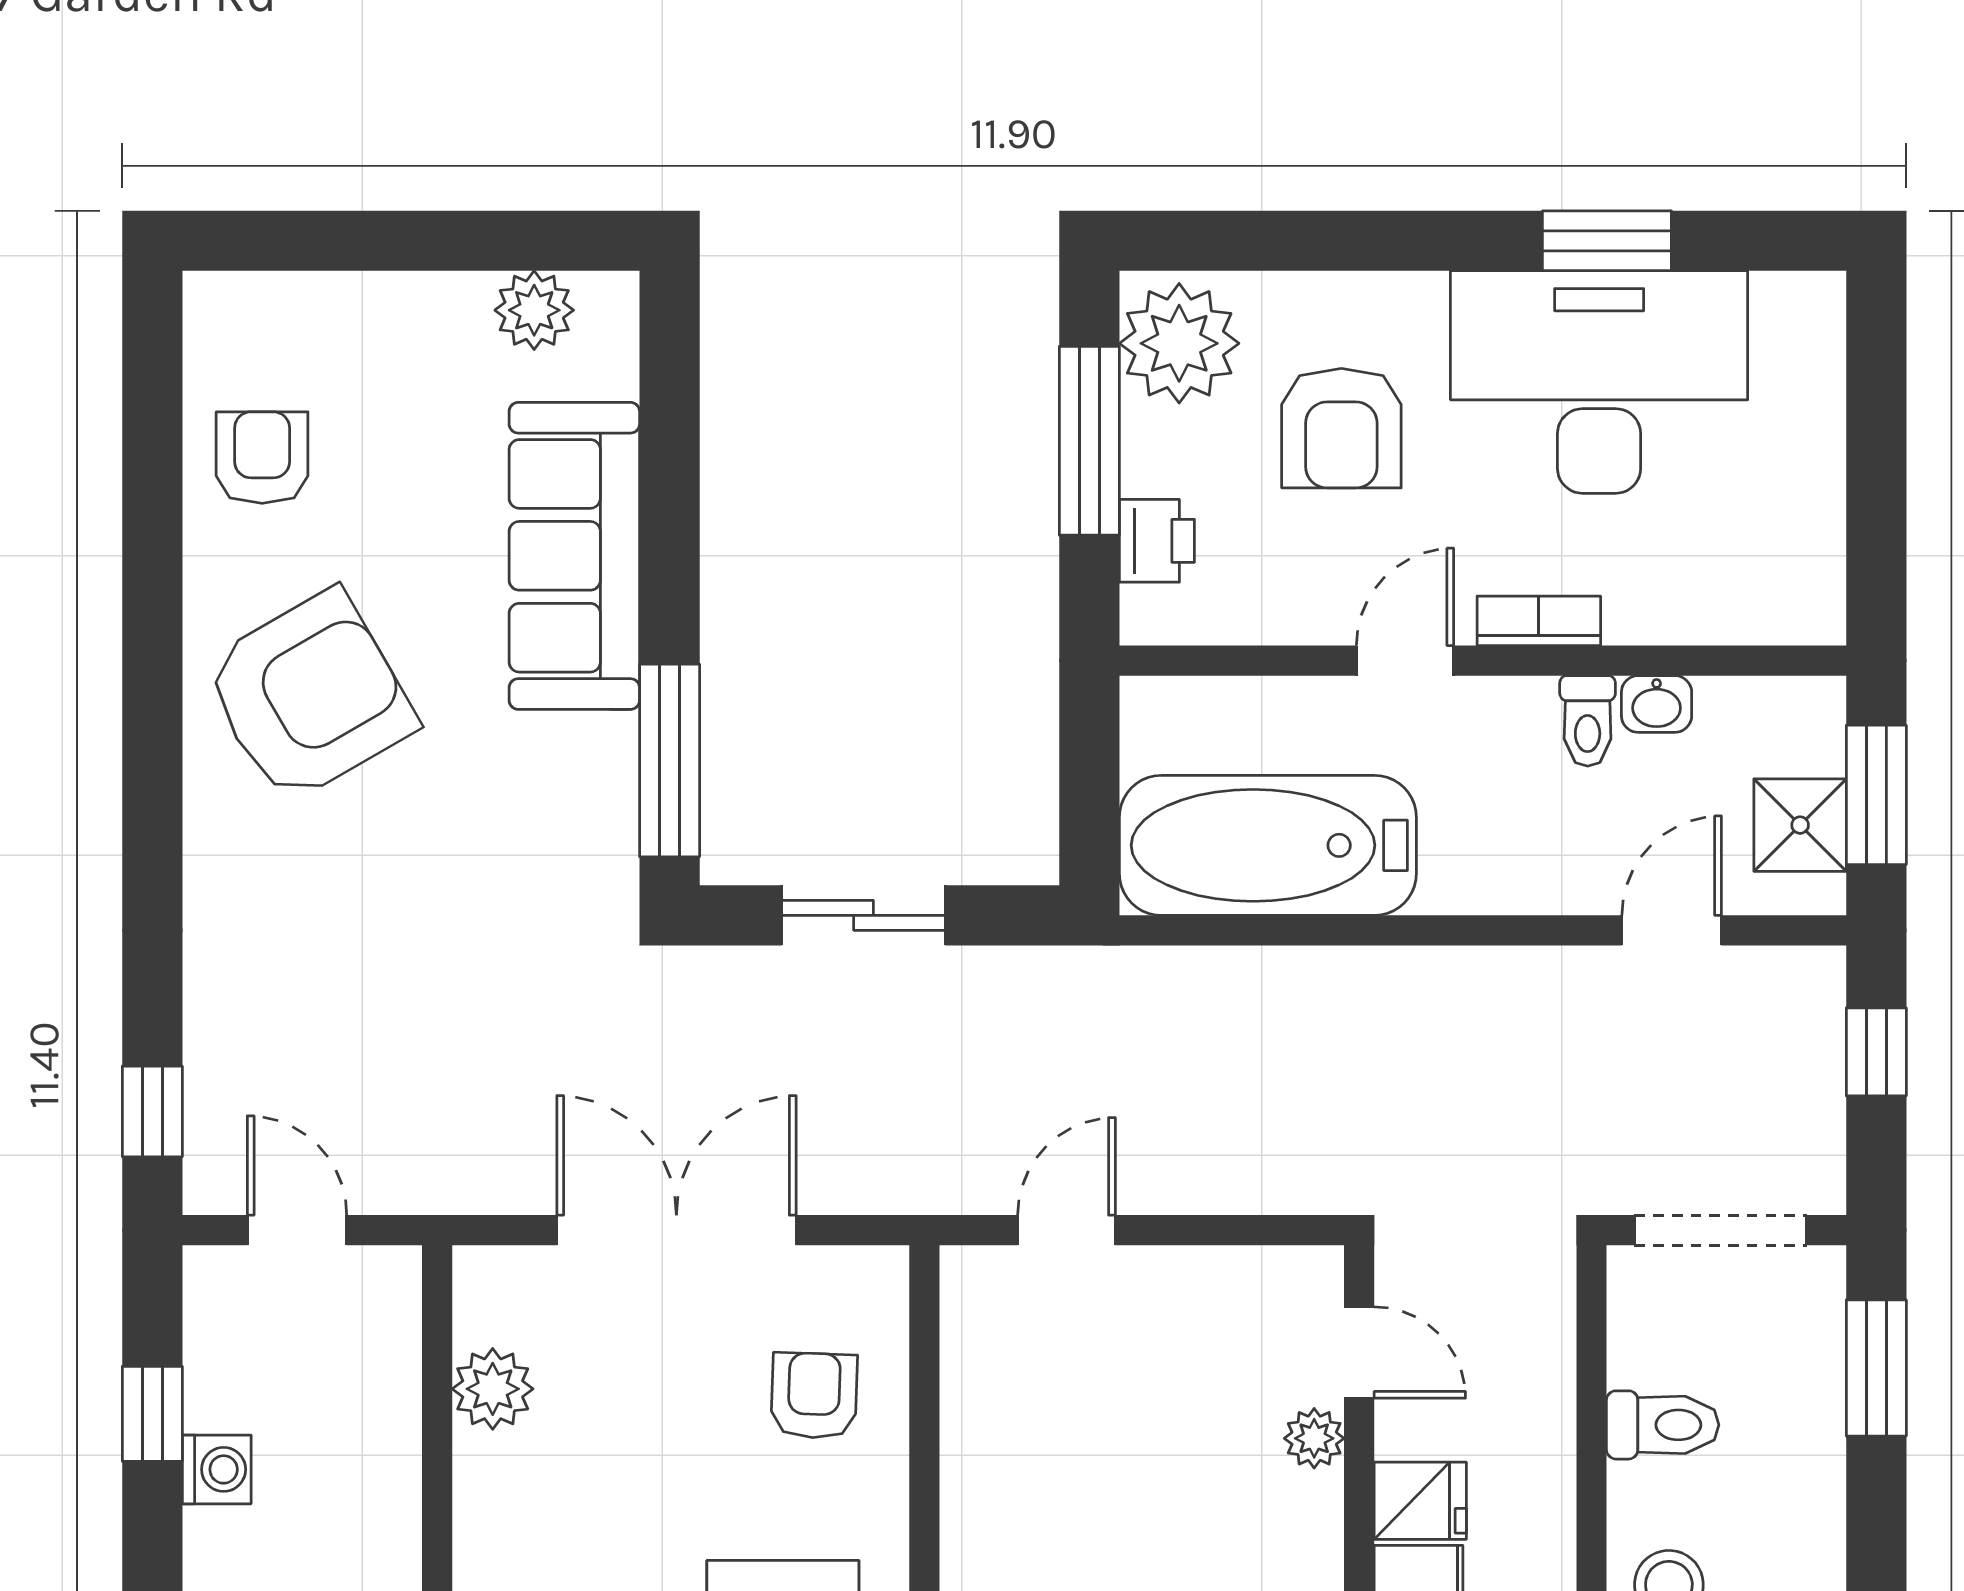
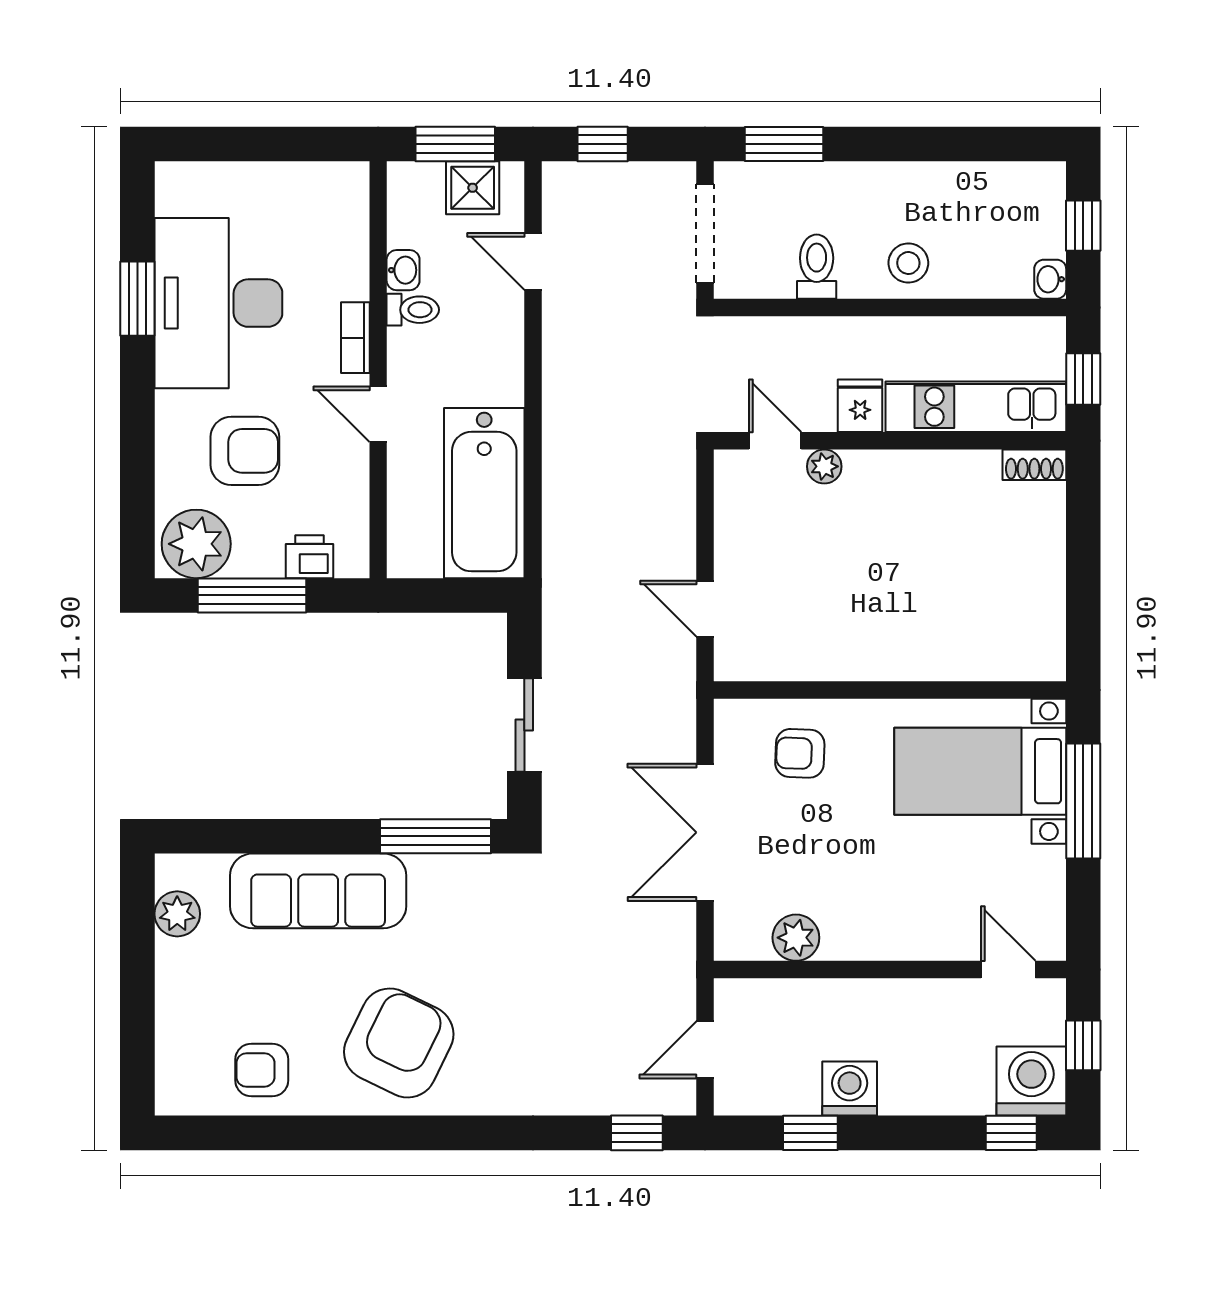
armchair: (309, 696) -> (399, 1043), turned 56
door: (1359, 1353) -> (775, 441), hinge flipped
washing machine: (217, 1469) -> (850, 1089), width x1.38, depth x1.38

